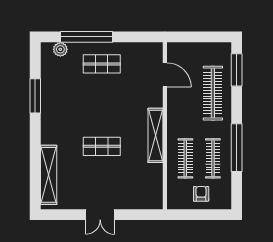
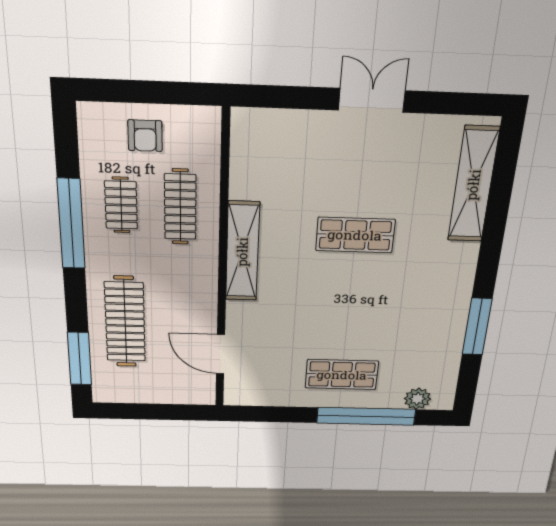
clothes rail: (213, 158) -> (121, 205), width x0.73

